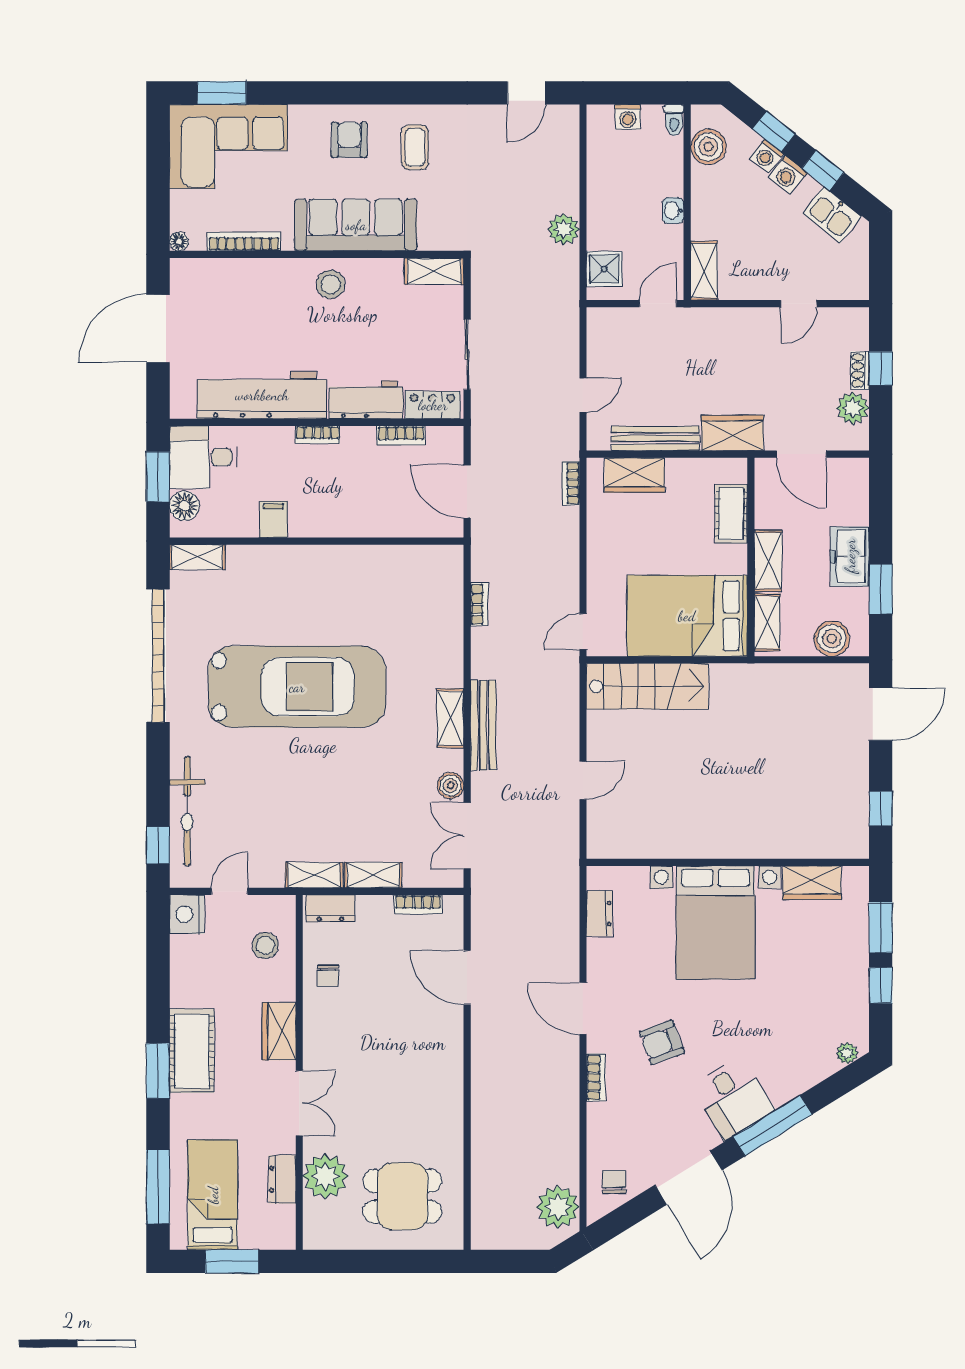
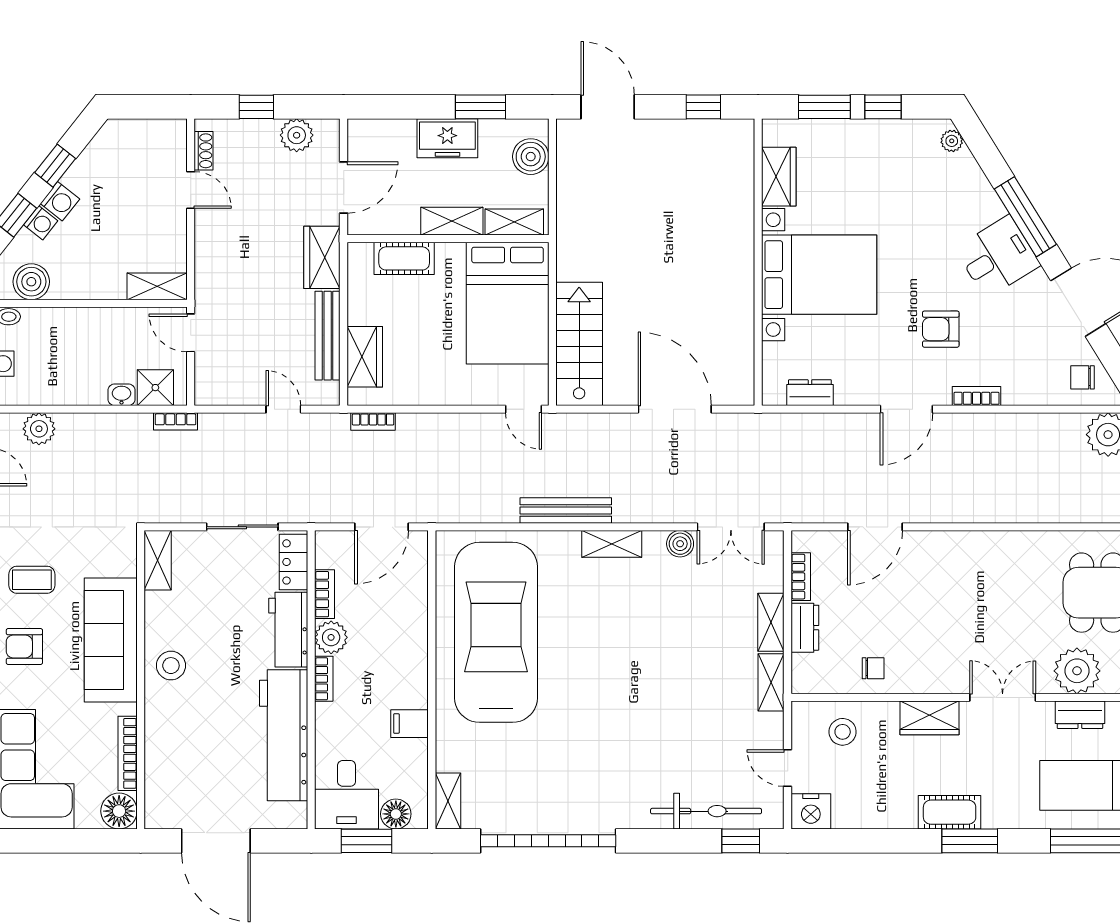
washbasin: (673, 211) -> (122, 395), moved, turned 180
kitchen sink: (832, 215) -> (100, 156), removed
plant: (564, 229) -> (39, 429), moved
floor lamp: (179, 242) -> (119, 811), width x1.89, depth x1.89
shoe rack: (860, 370) -> (204, 151), moved, turned -90
plant: (358, 442) -> (331, 637), added
bookcase: (479, 604) -> (175, 421), moved, turned 180
car: (297, 687) -> (496, 632), moved
bench: (483, 725) -> (566, 510), moved
door: (583, 780) -> (675, 409), width x1.88
dresser: (330, 908) -> (805, 628), moved
armchair: (662, 1042) -> (941, 329), turned 110
cot: (192, 1051) -> (950, 812), width x0.73, depth x0.75

